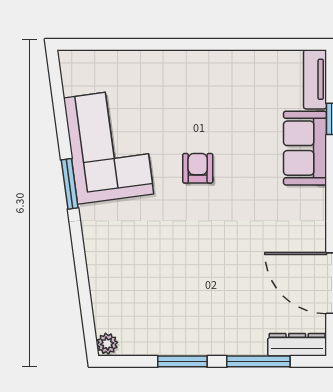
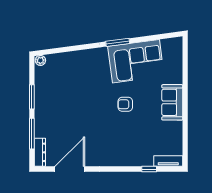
sofa: (305, 148) -> (172, 102), moved, turned -90
armchair: (198, 168) -> (125, 104), turned 180

